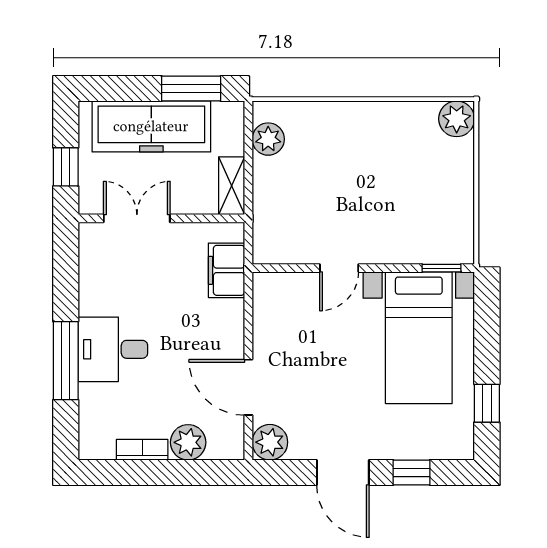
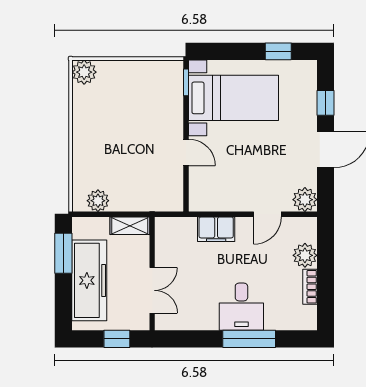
double door: (137, 218) -> (152, 290), swing flipped
filing cabinet: (226, 270) -> (216, 229), moved
door: (248, 387) -> (267, 214), width x0.73

